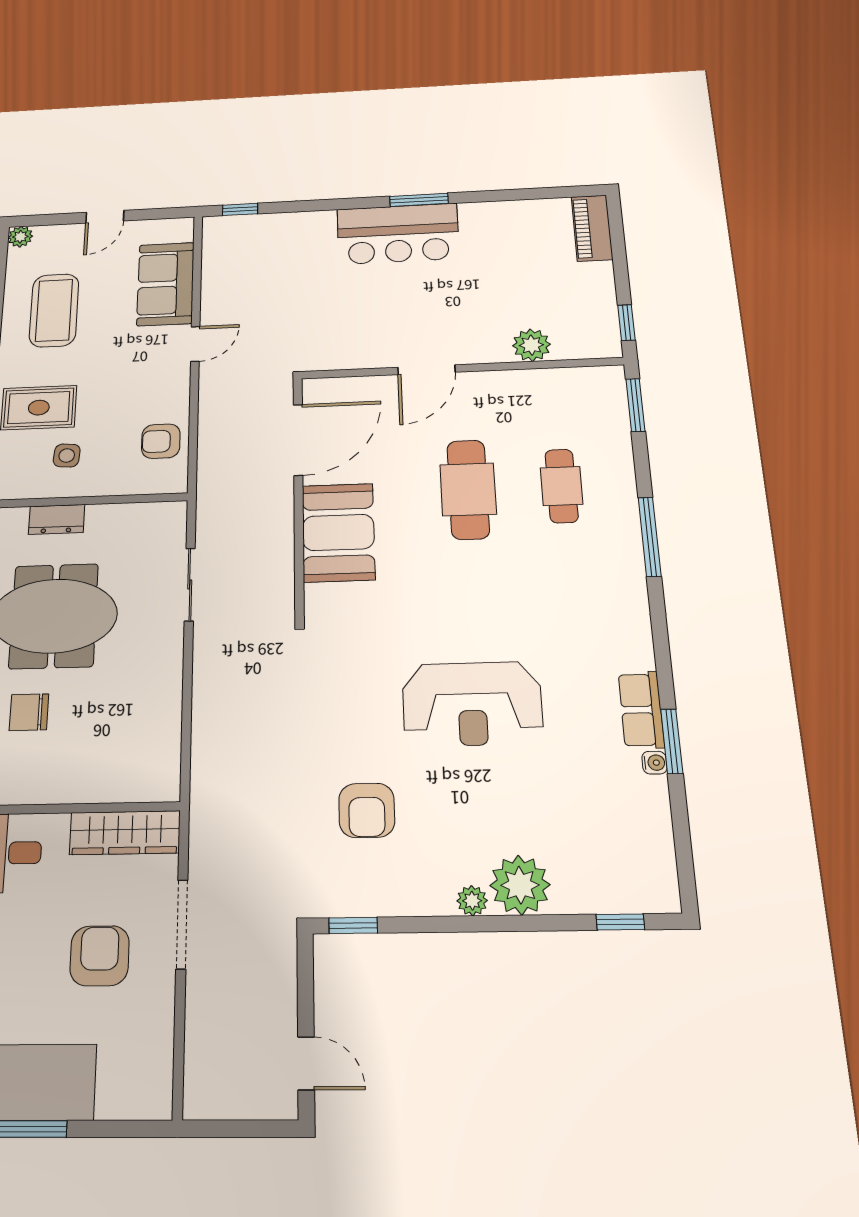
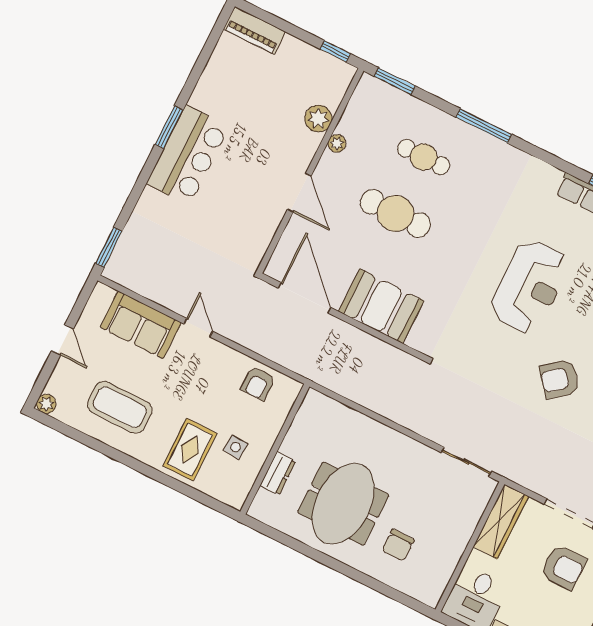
window: (240, 209) -> (109, 247), width x1.50
plant: (514, 380) -> (337, 143), added
sliding door: (190, 584) -> (466, 462), moved
armchair: (367, 810) -> (560, 379), turned 141
armchair: (100, 956) -> (563, 567), turned 180

